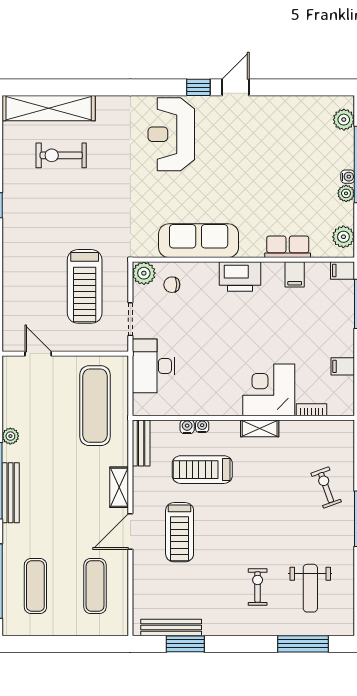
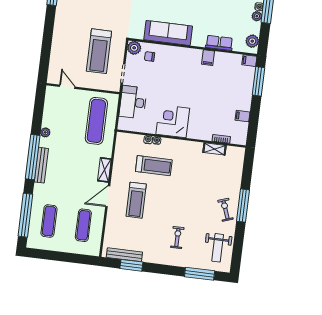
filing cabinet: (295, 274) -> (208, 58), moved
printer: (240, 276) -> (190, 57), removed
corner desk: (269, 390) -> (173, 121), moved
shelving: (260, 428) -> (215, 149), moved
bench: (141, 443) -> (120, 146), removed
treadmill: (202, 470) -> (154, 166), turned 180
exercise bike: (326, 487) -> (225, 210), moved
weight bench: (310, 588) -> (218, 248), moved

